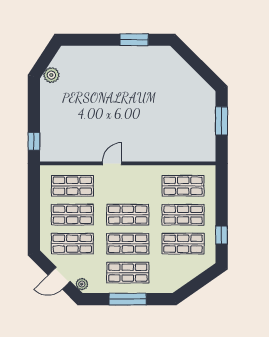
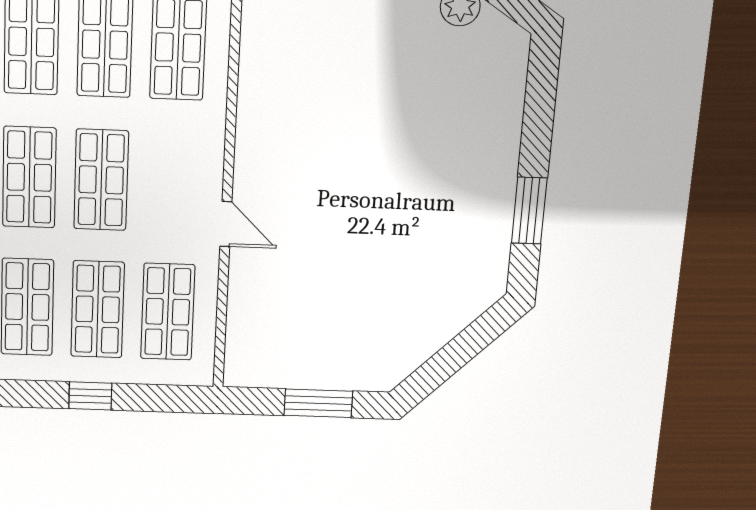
door: (112, 163) -> (226, 224), moved
window: (222, 235) -> (90, 396), moved

